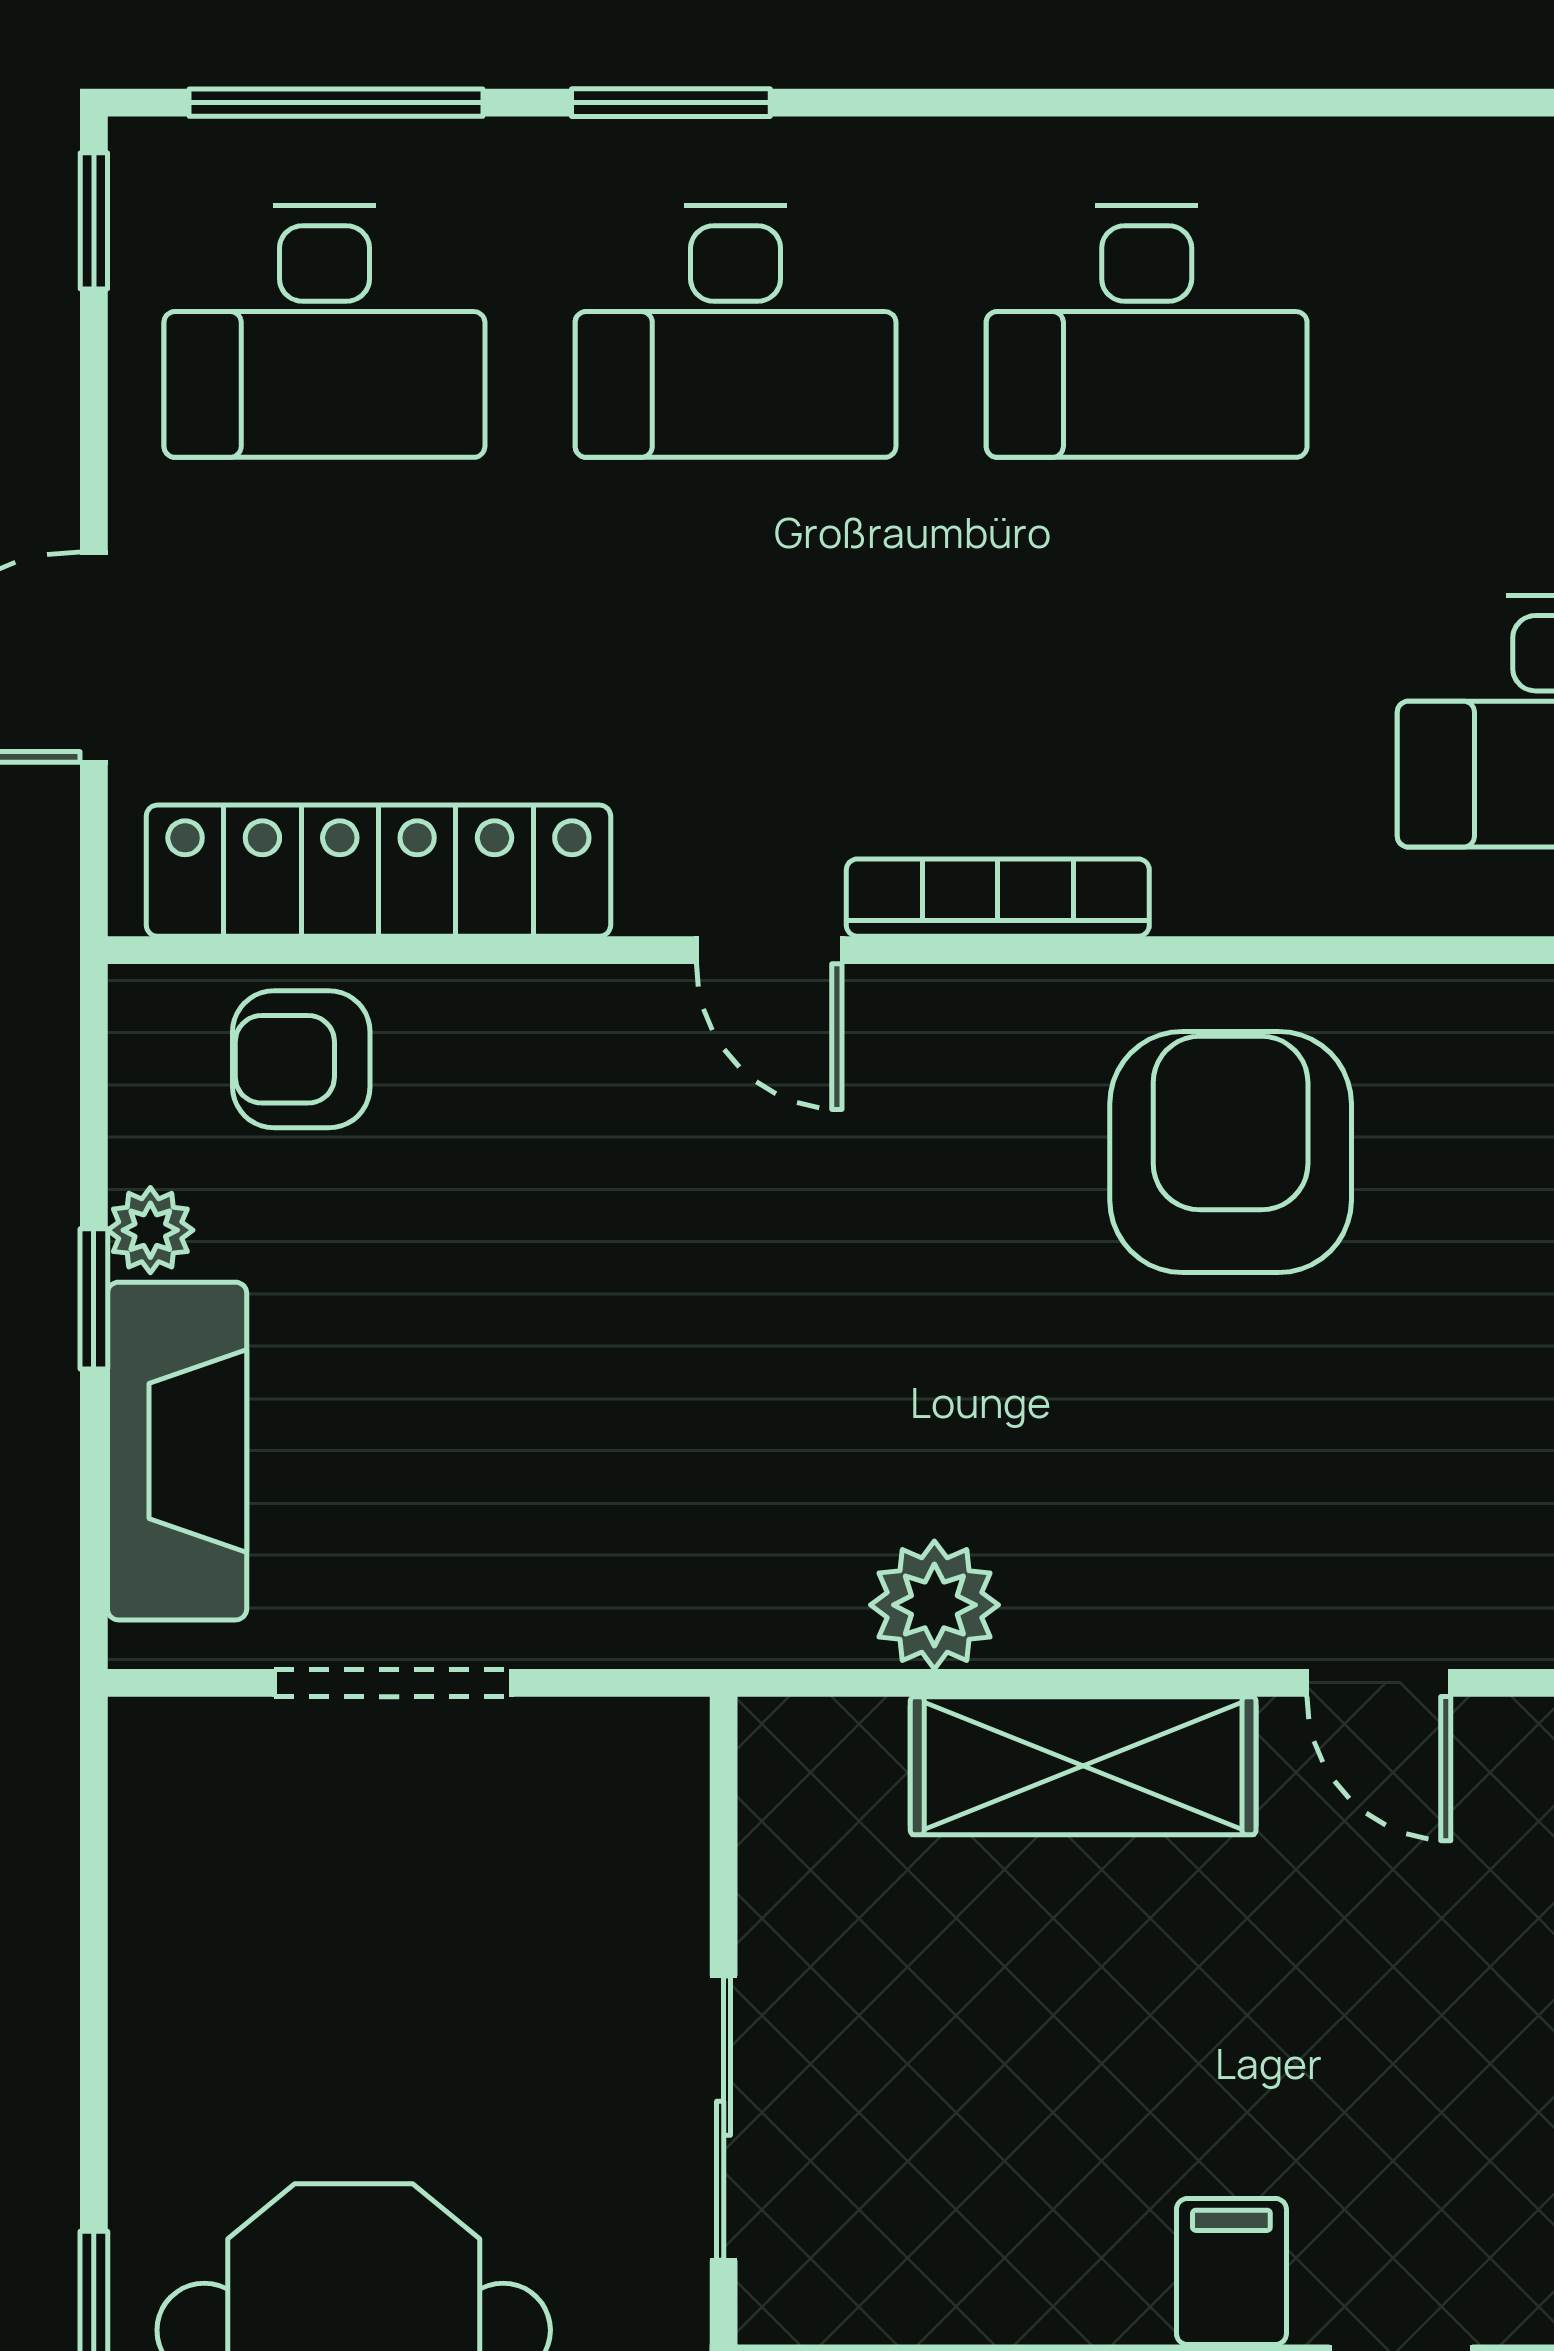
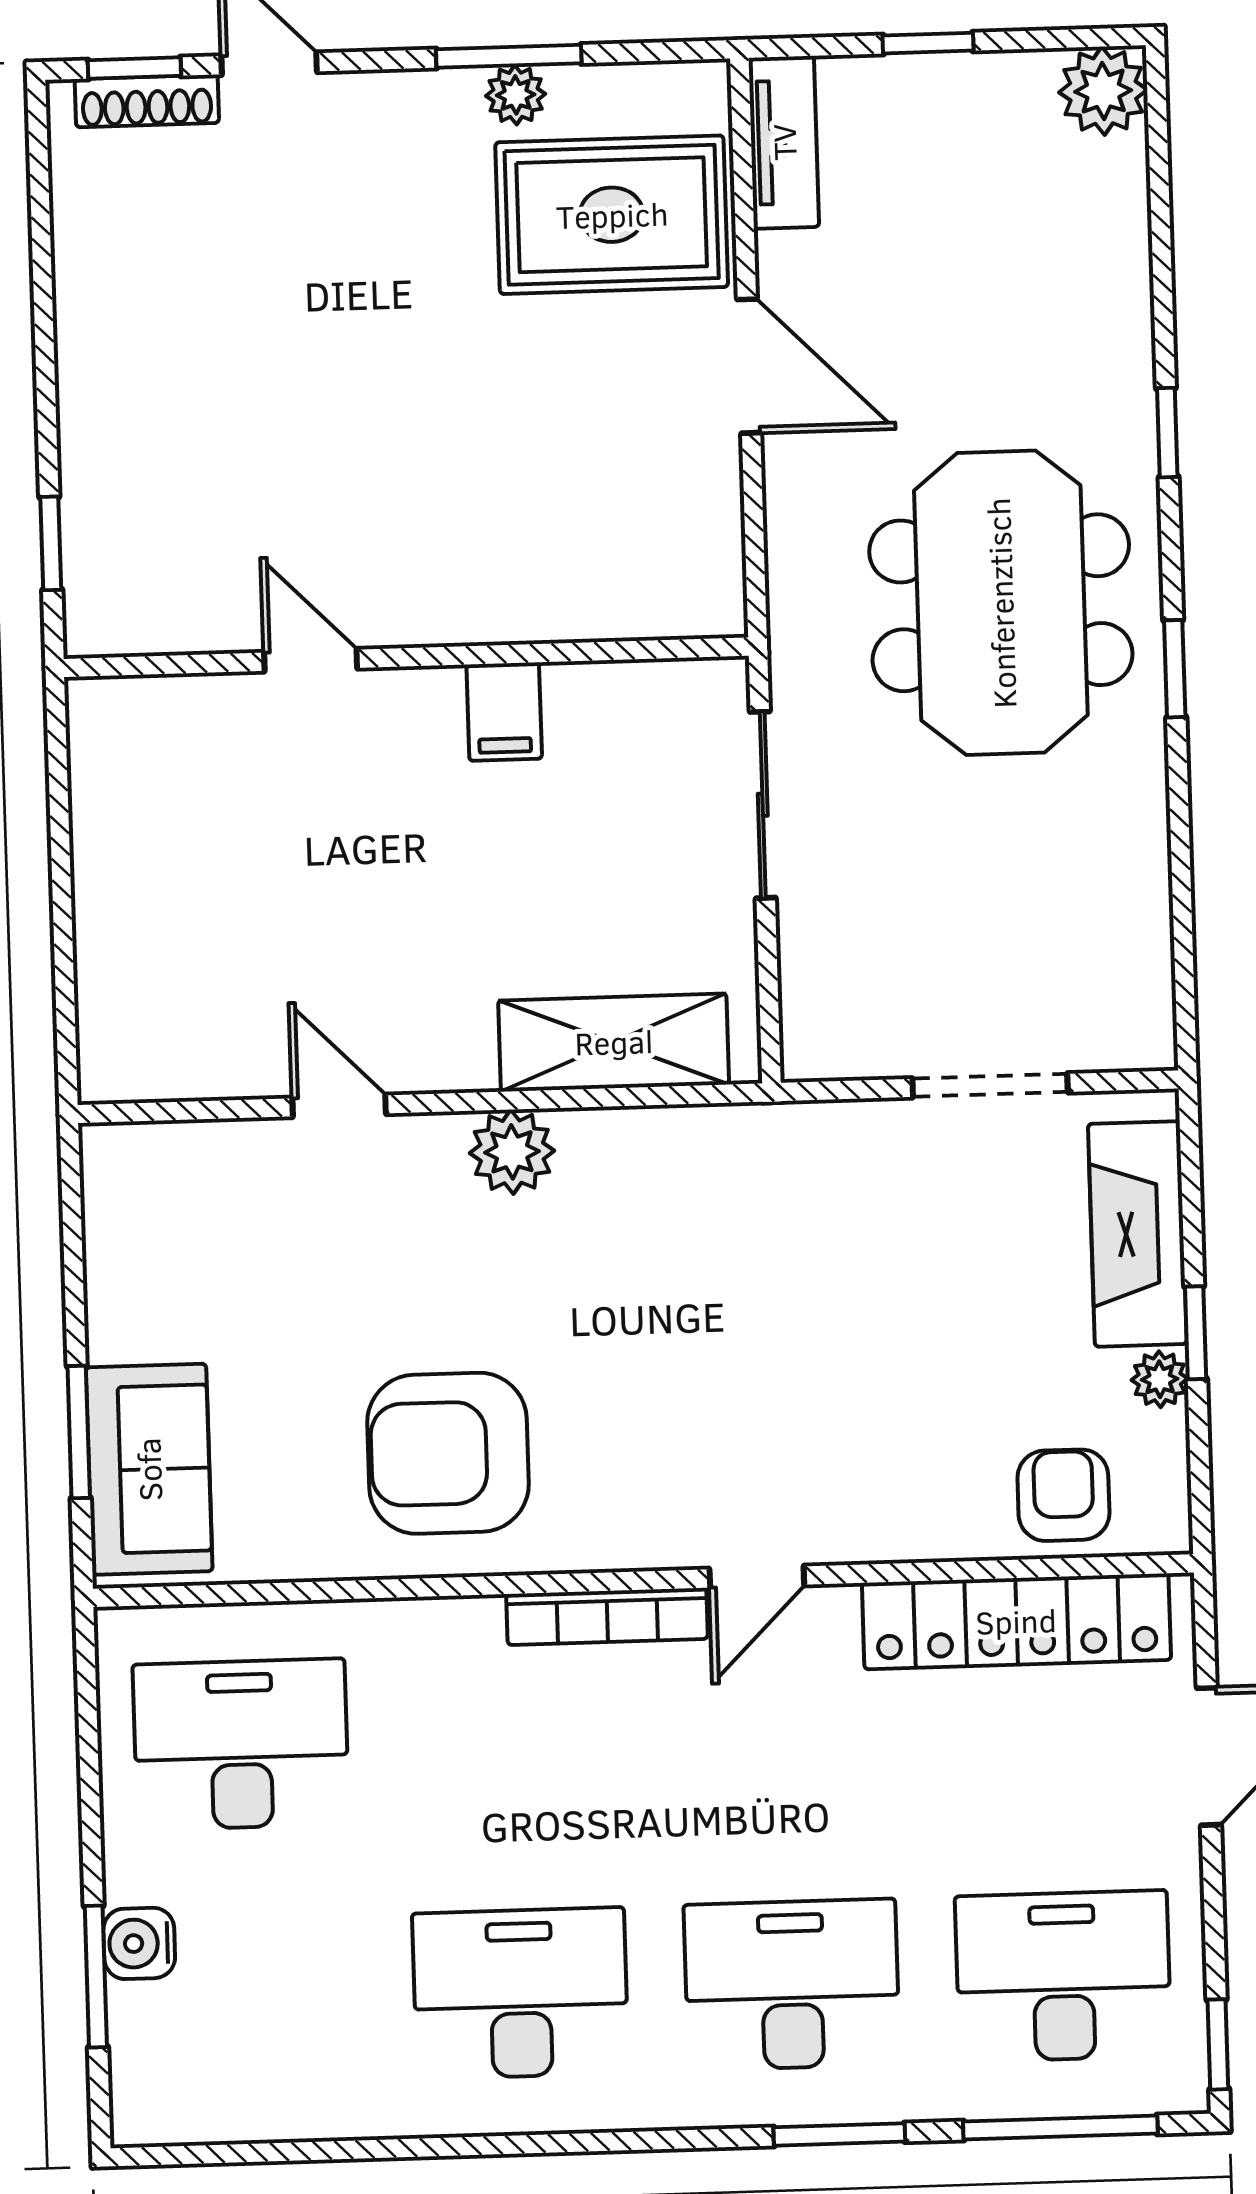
door: (769, 950) -> (757, 1577), swing flipped
armchair: (301, 1059) -> (1063, 1495), turned -90
armchair: (1231, 1152) -> (448, 1453), turned 90
plant: (934, 1605) -> (512, 1152), moved
shelving: (1083, 1766) -> (614, 1042), moved
filing cabinet: (1231, 2272) -> (504, 712), moved

